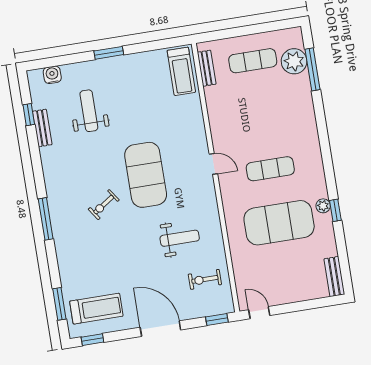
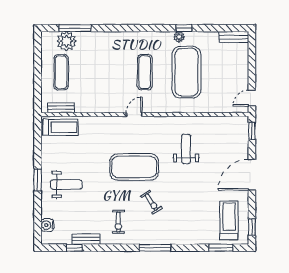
weight bench: (89, 111) -> (66, 184), moved, turned 180
exercise bike: (205, 279) -> (118, 222), moved

